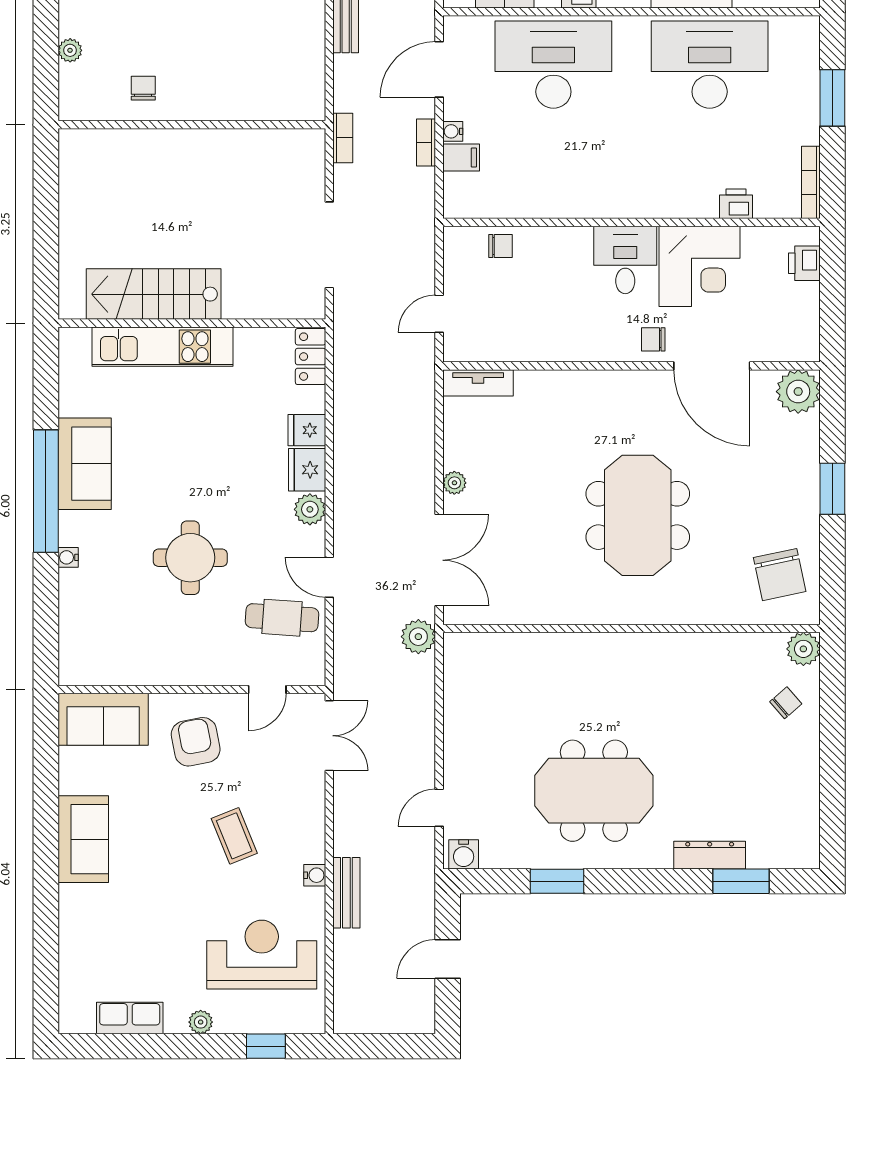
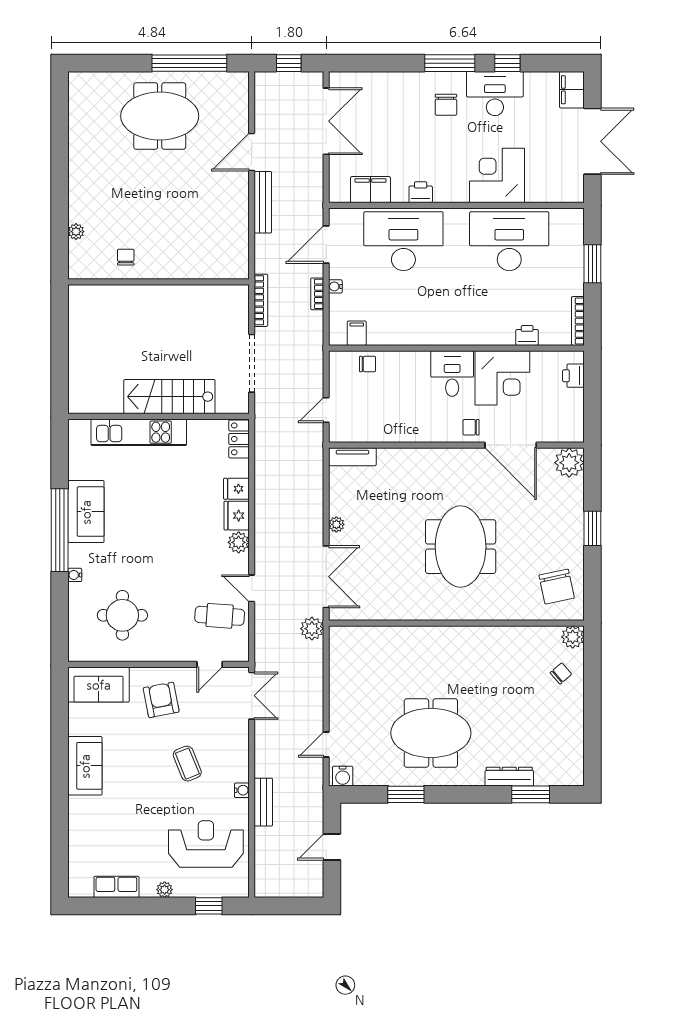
bookcase: (343, 138) -> (261, 300), width x1.56
filing cabinet: (461, 158) -> (357, 333), moved, turned -90
stairs: (154, 294) -> (169, 397), moved
round table: (190, 558) -> (122, 615), moved

